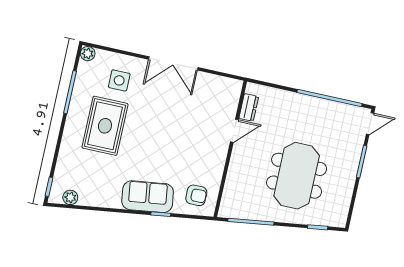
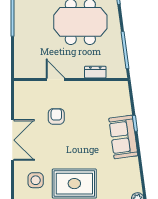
dresser: (249, 107) -> (95, 72), moved
armchair: (196, 195) -> (56, 116), moved

